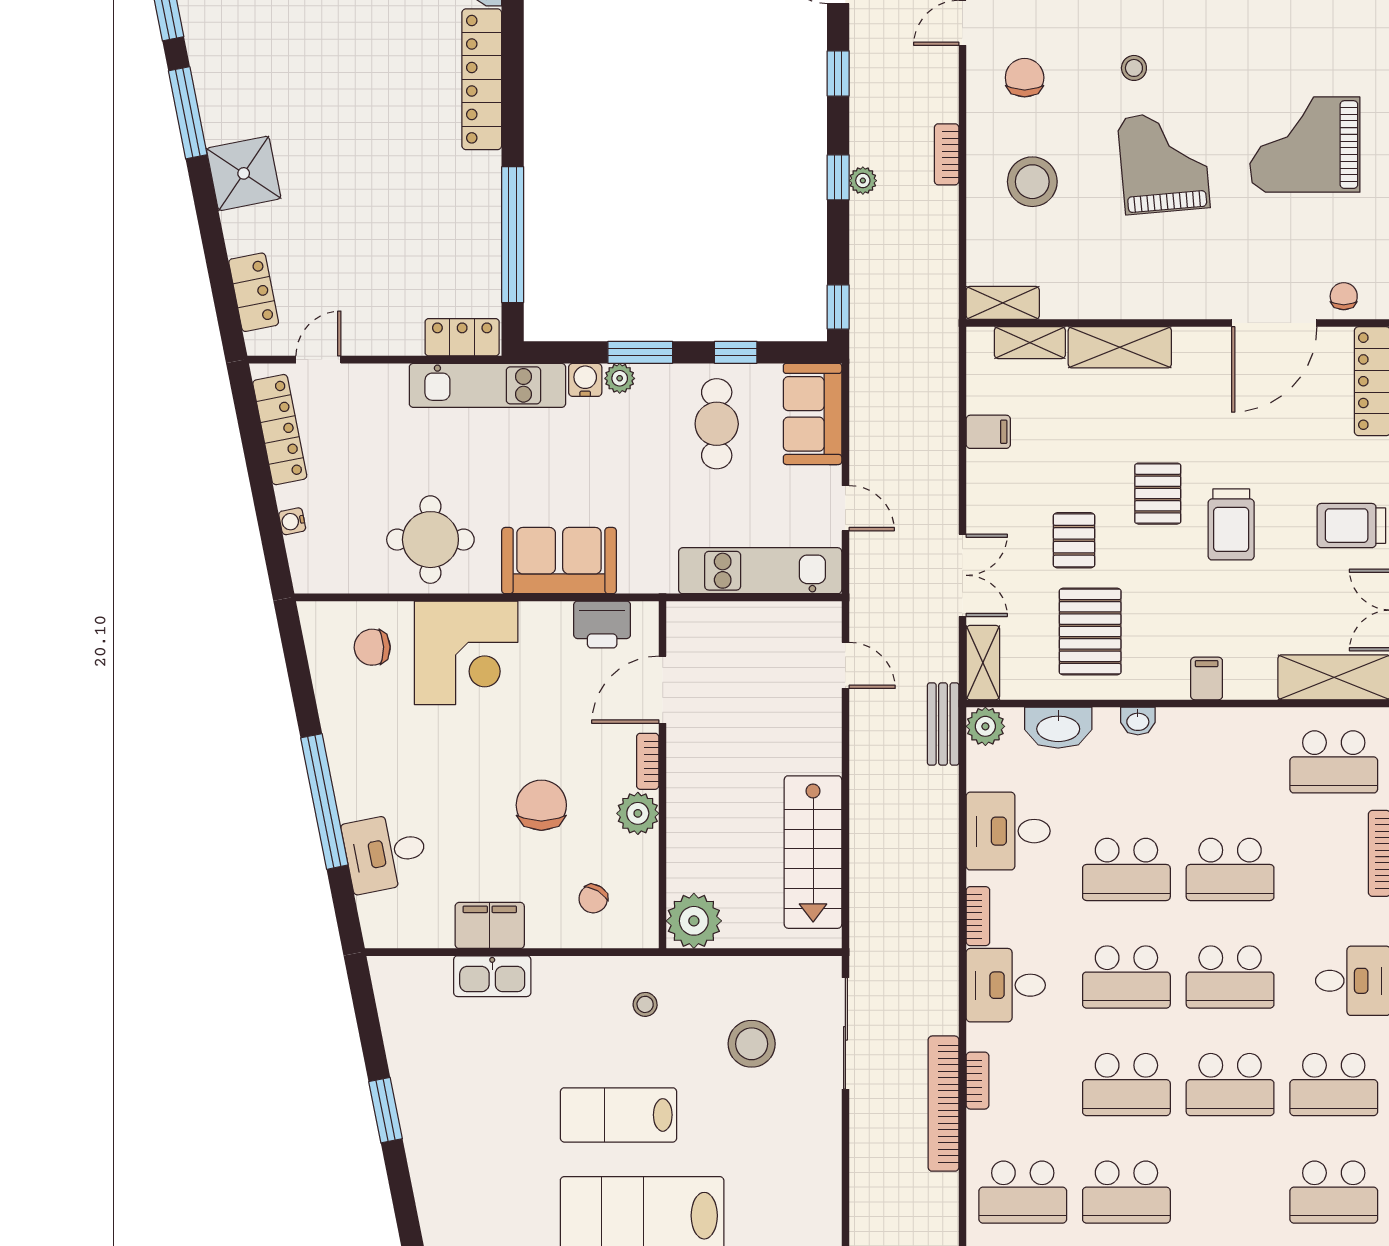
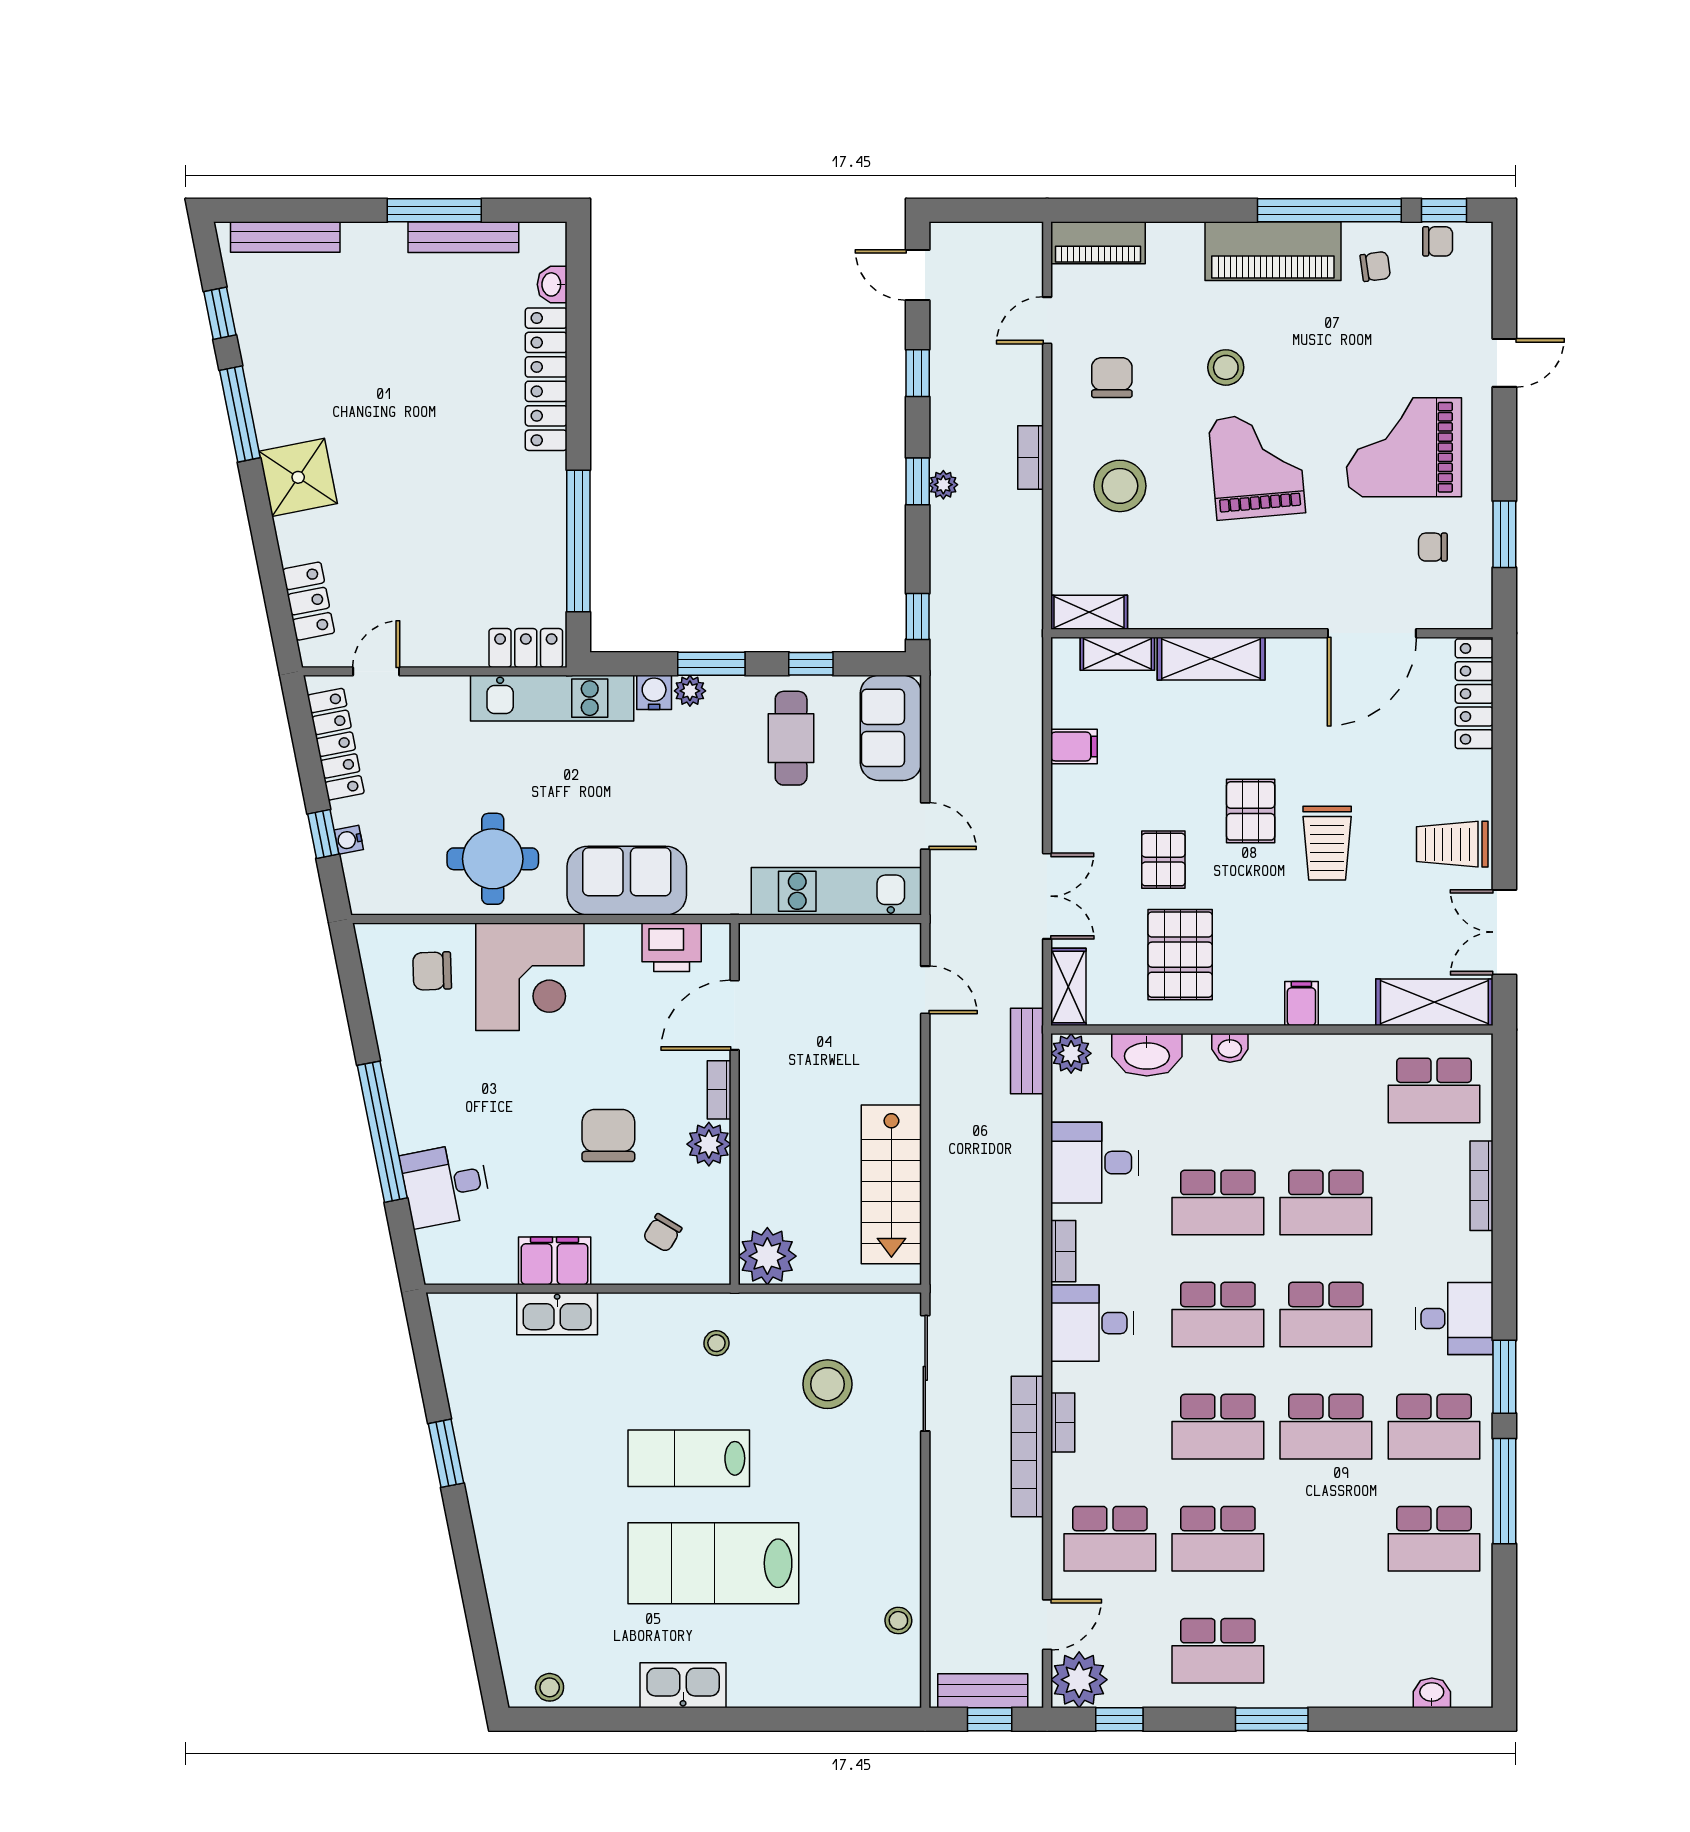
stool: (1134, 68) -> (1226, 367), width x1.37, depth x1.37
chair: (1344, 296) -> (1433, 547), moved, turned -90
window: (268, 516) -> (323, 834), added

